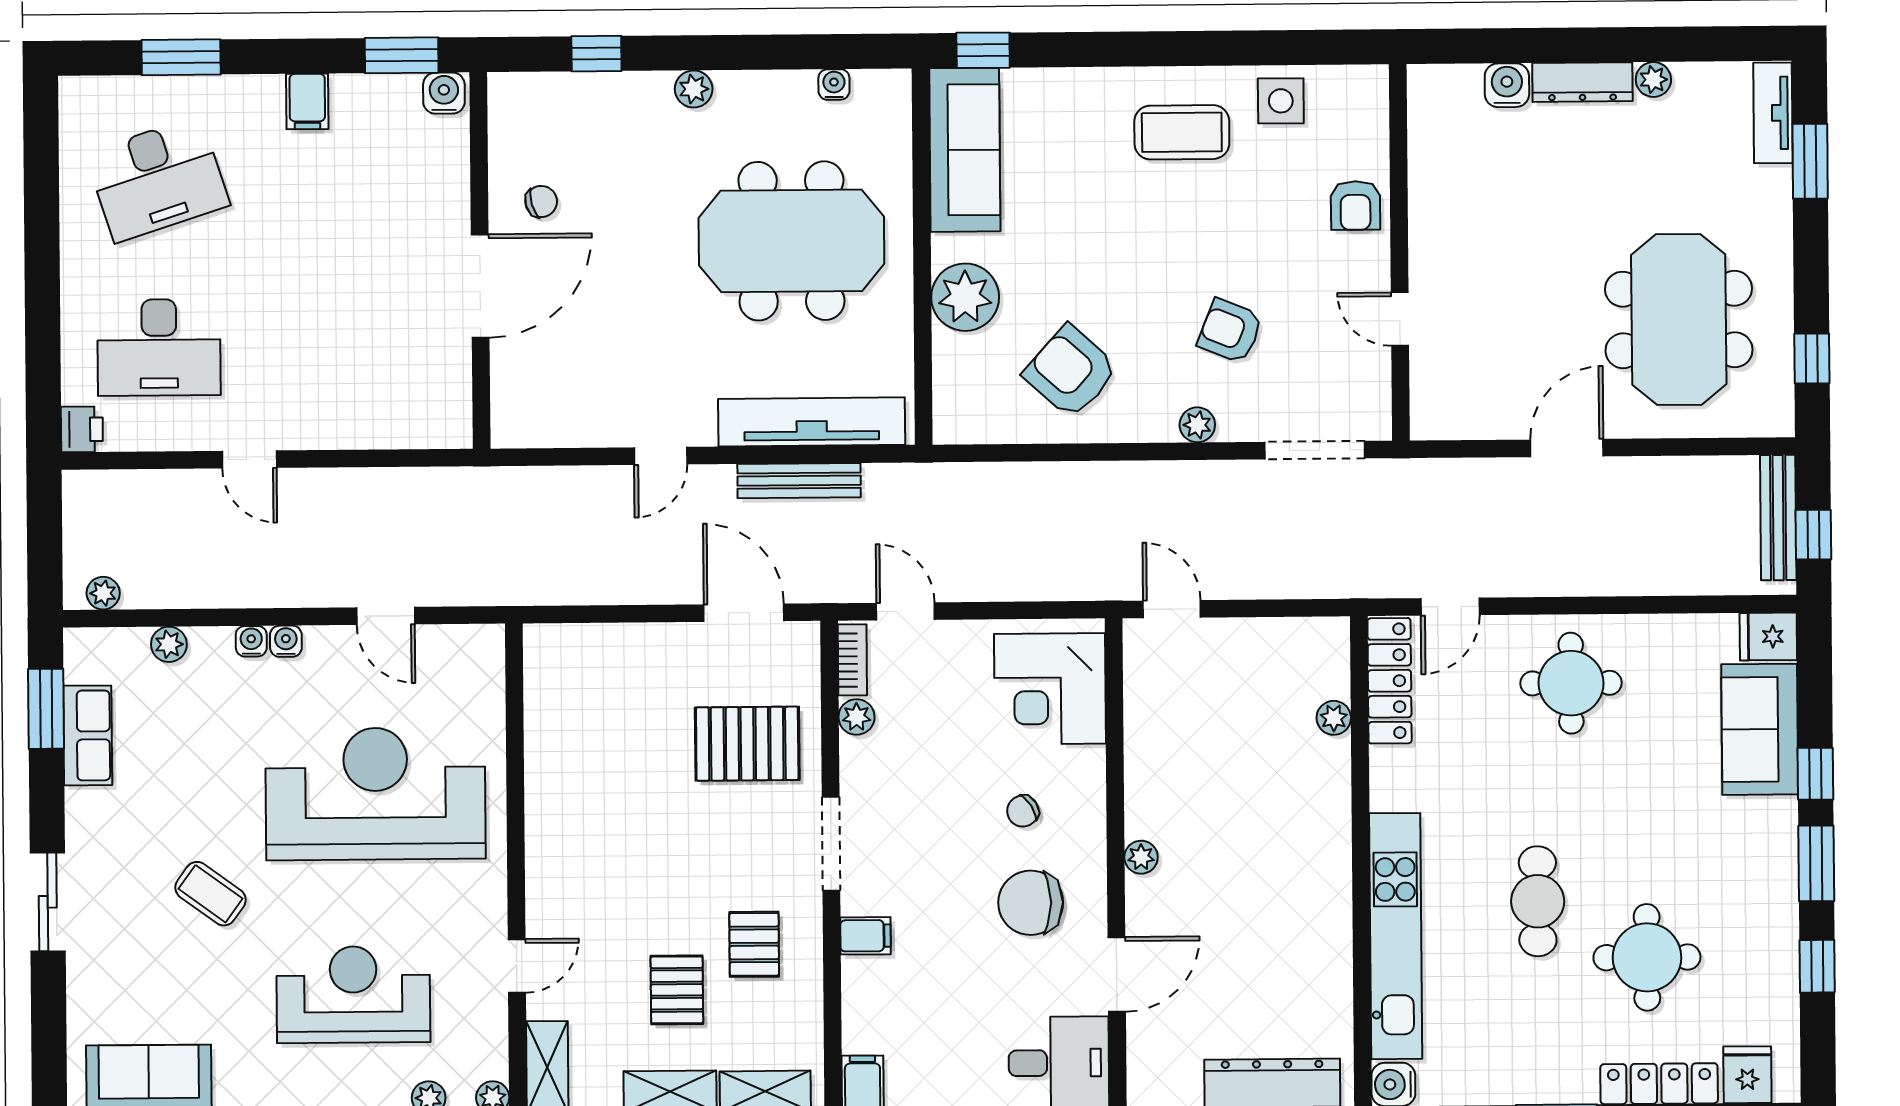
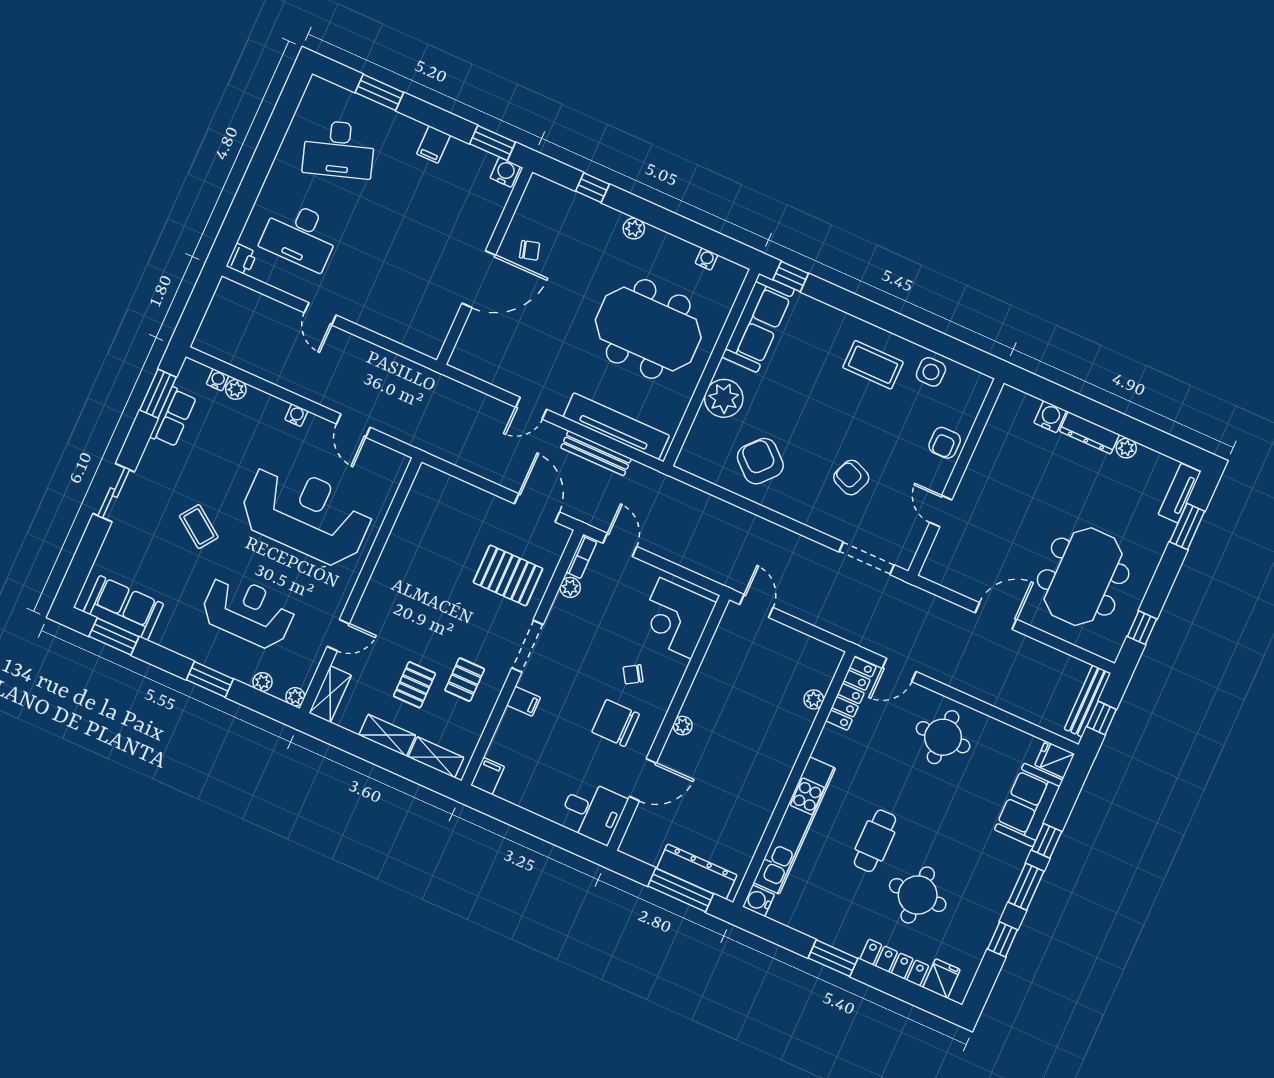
plant: (1197, 425) -> (813, 518), removed
plant: (103, 593) -> (214, 348), removed
water cooler: (251, 641) -> (218, 380), moved

